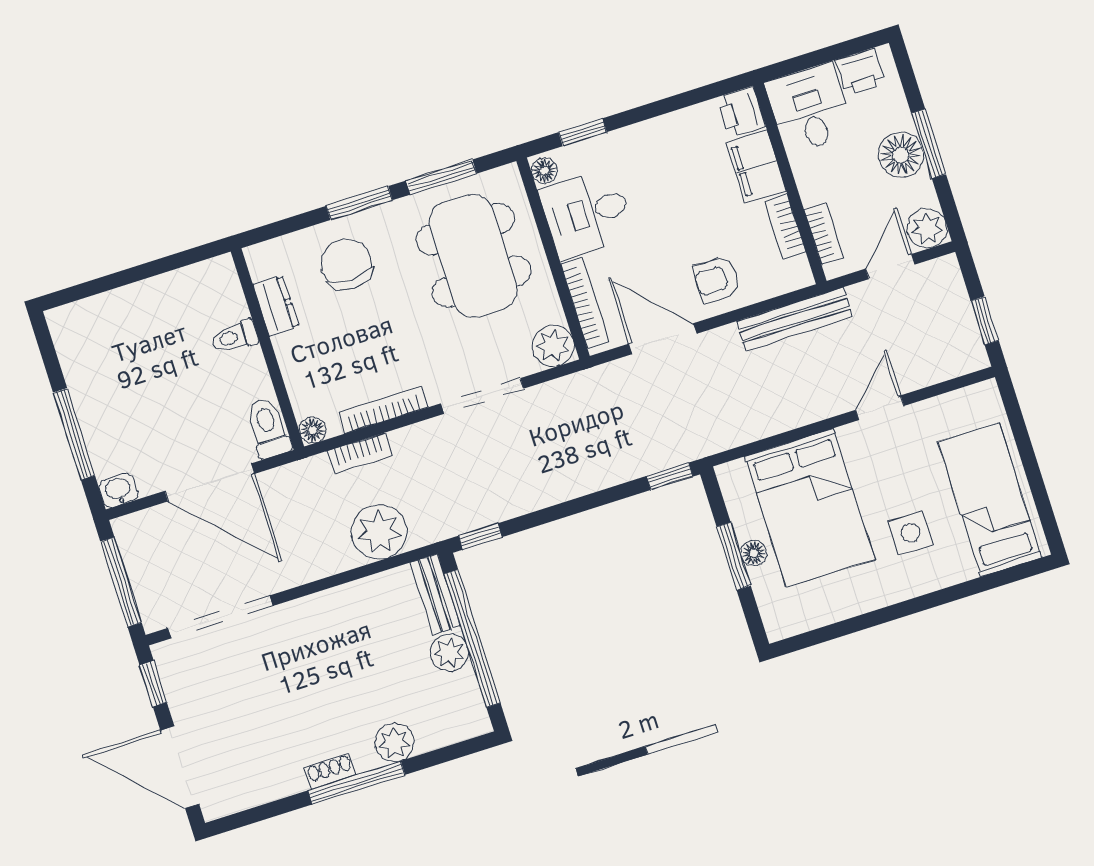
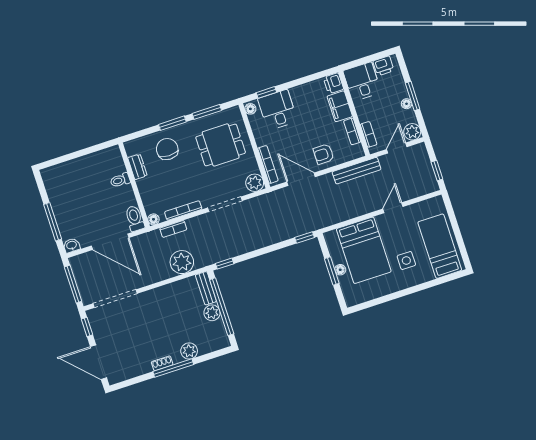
floor lamp: (901, 155) -> (407, 104), width x0.53, depth x0.53
desk: (587, 213) -> (278, 110), moved, turned 90
dining table: (473, 256) -> (221, 145), width x0.73

